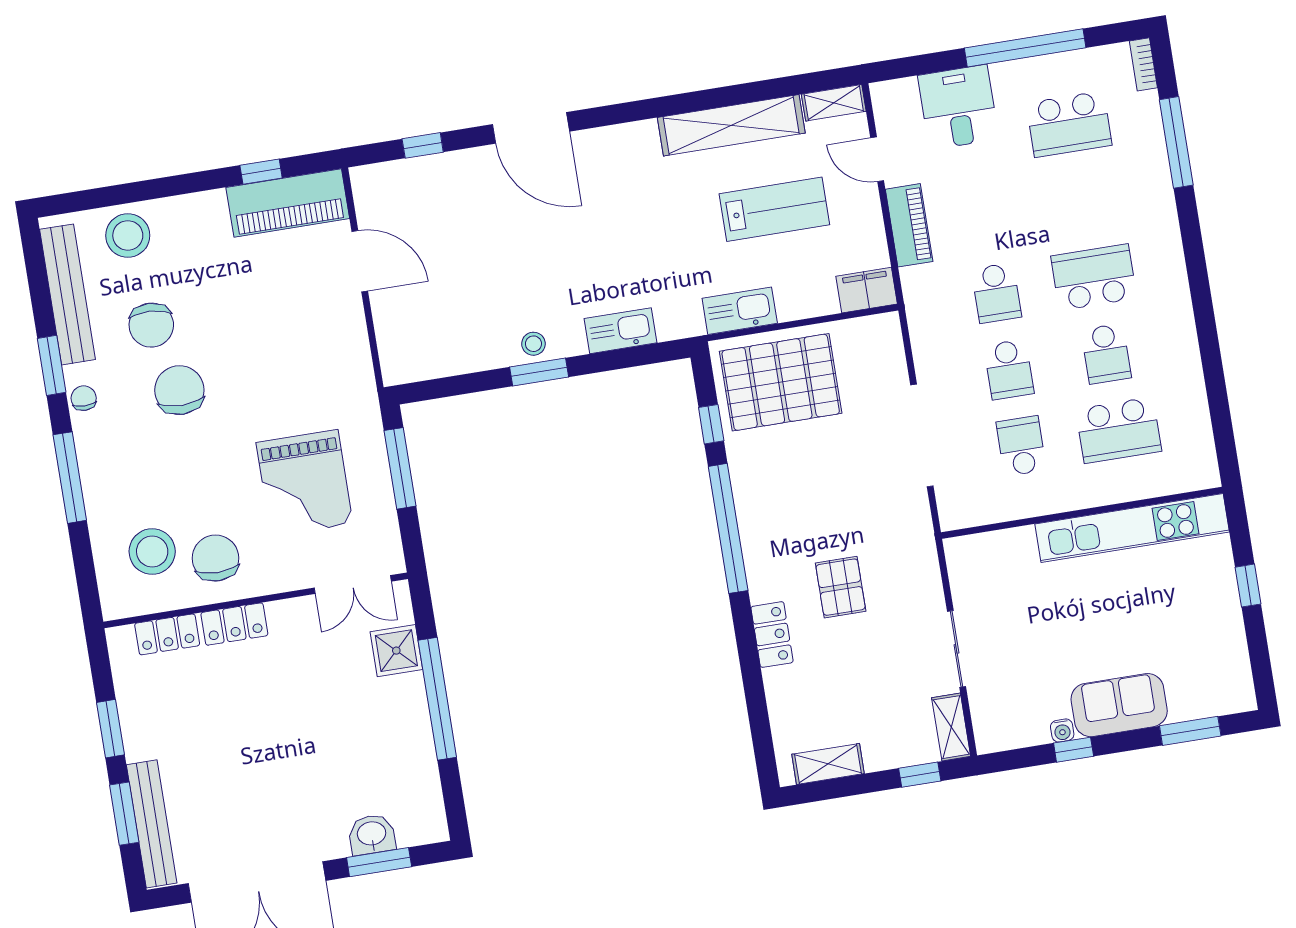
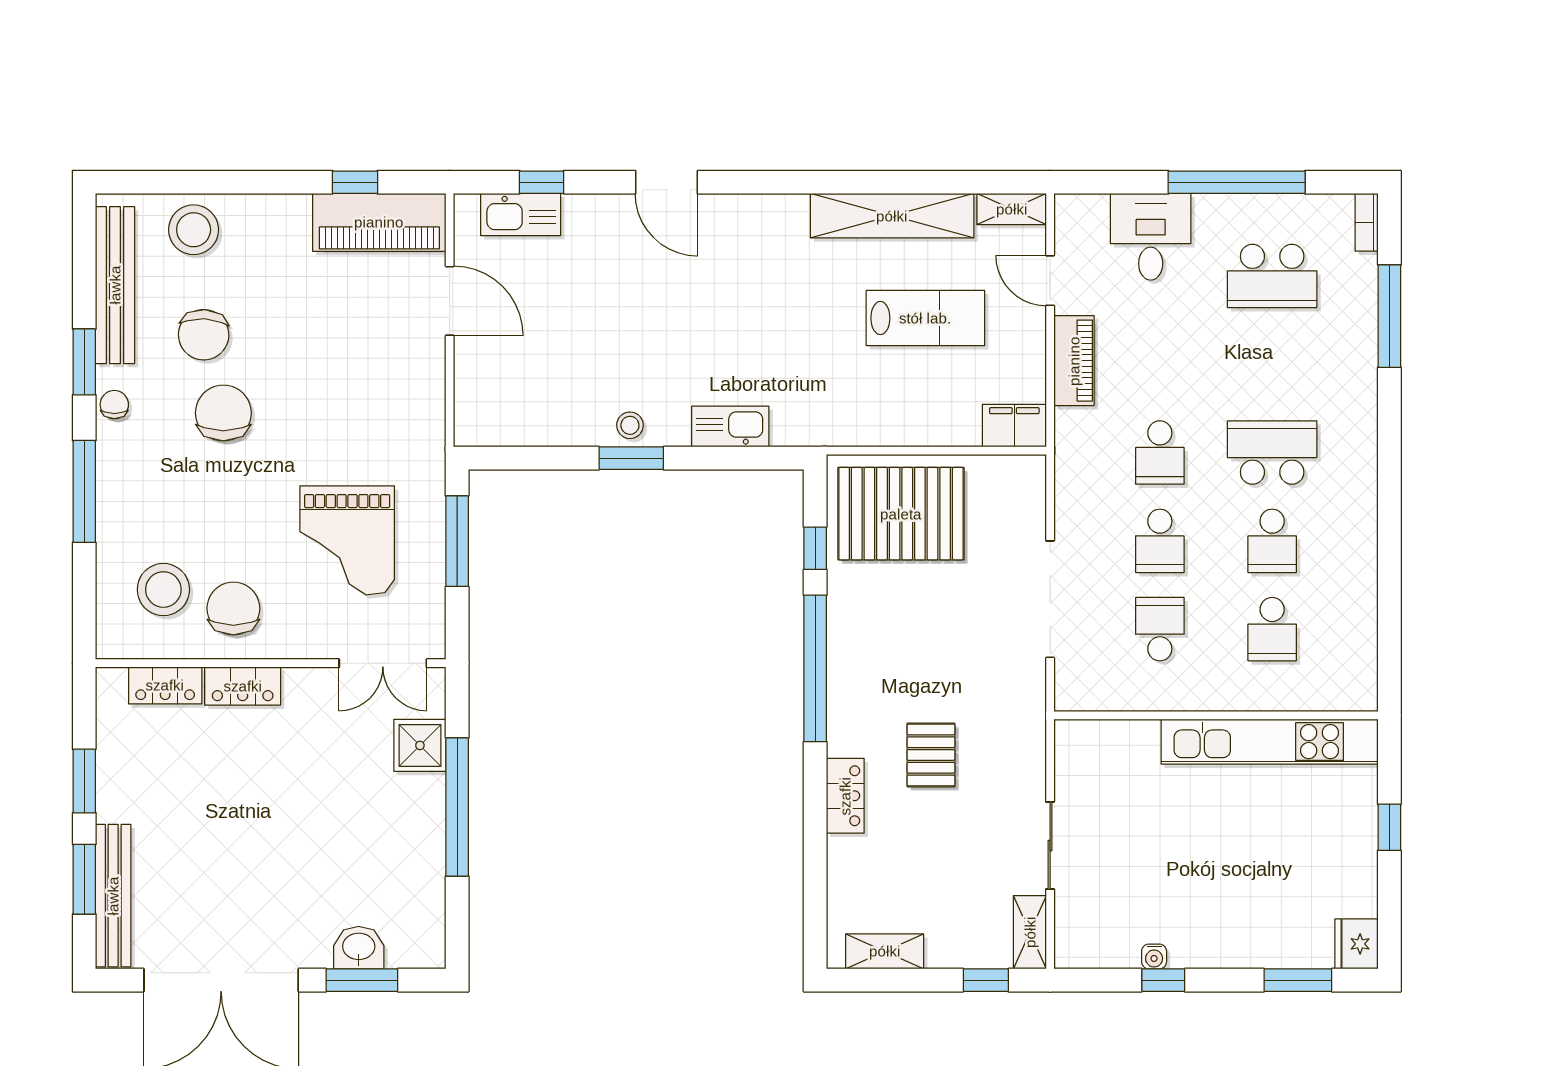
door: (531, 128) -> (666, 182), width x0.73
kitchen sink: (740, 311) -> (521, 214), moved, turned 180
school desk: (1119, 430) -> (1272, 629), width x0.54
fridge: (1236, 691) -> (1357, 944), added
sofa: (1119, 705) -> (1223, 938), removed

